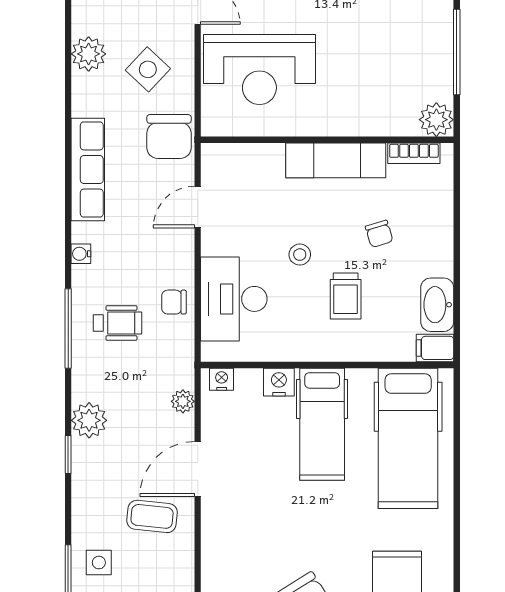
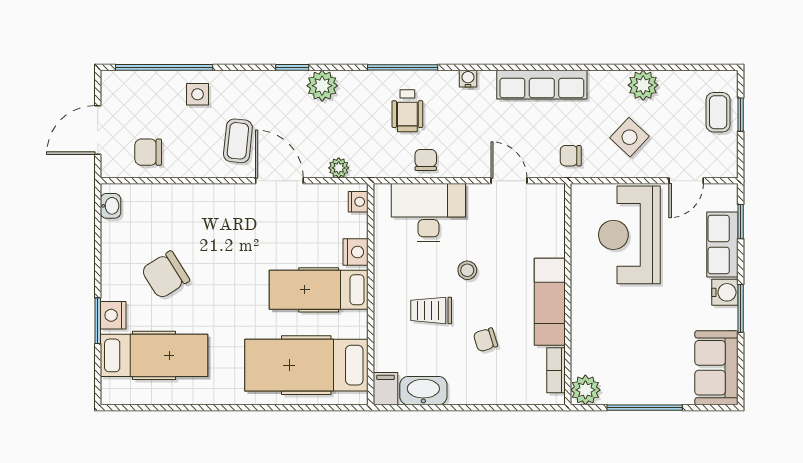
chair: (169, 137) -> (571, 156), width x0.54, depth x0.54

